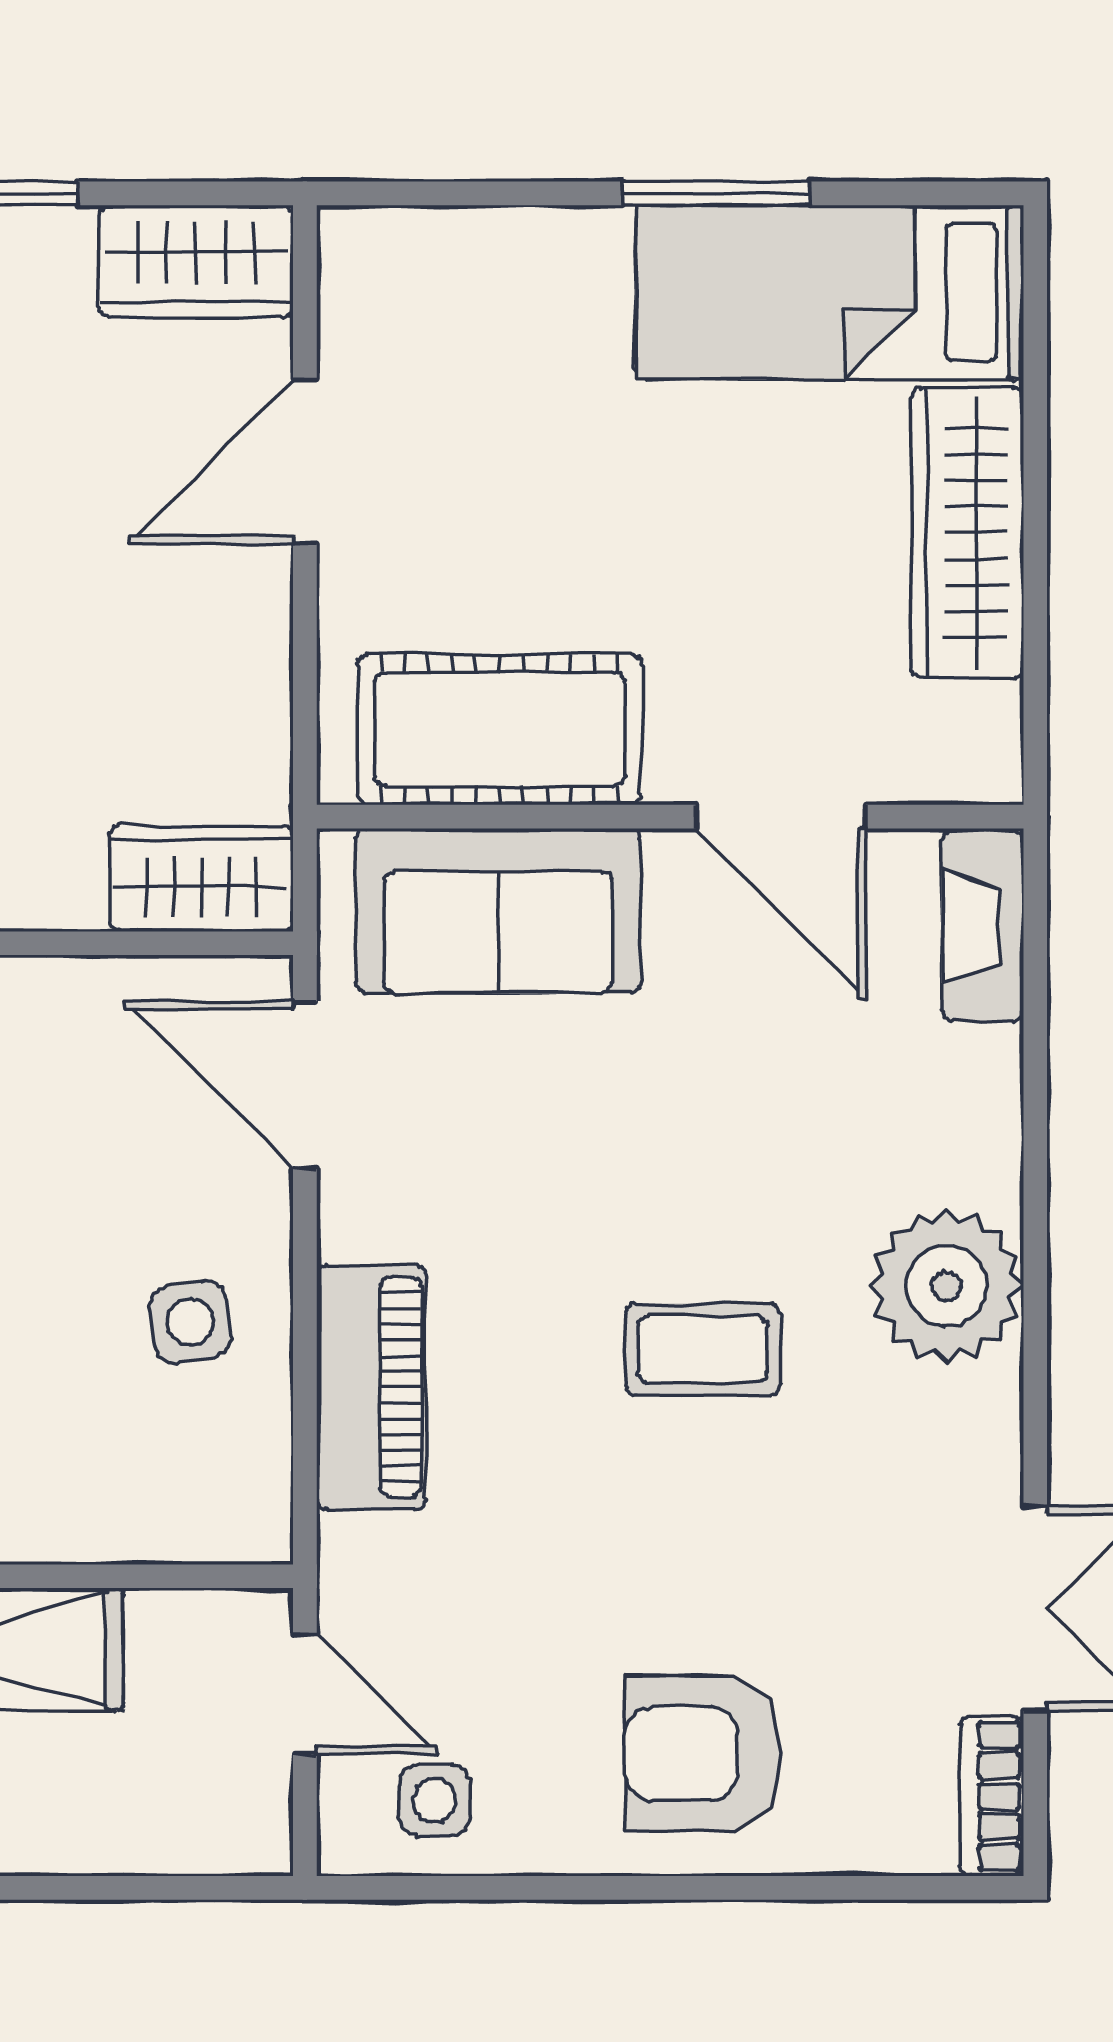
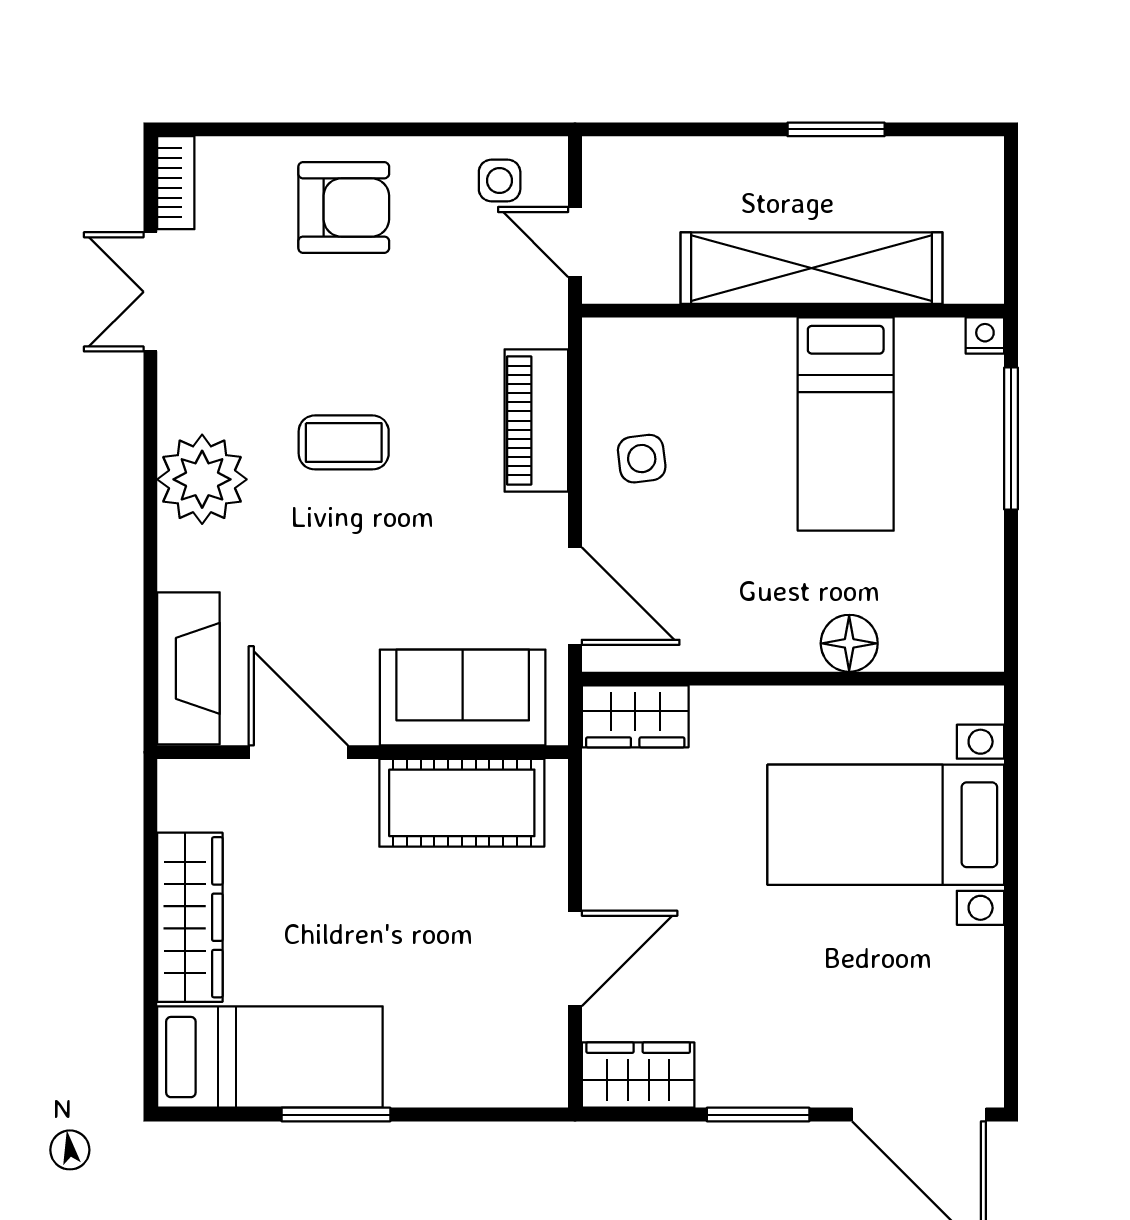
fireplace: (983, 926) -> (188, 668), width x1.37, depth x1.32

